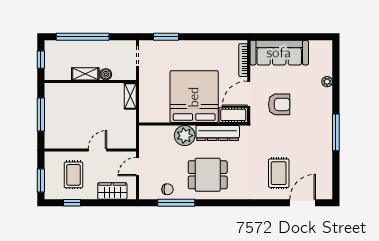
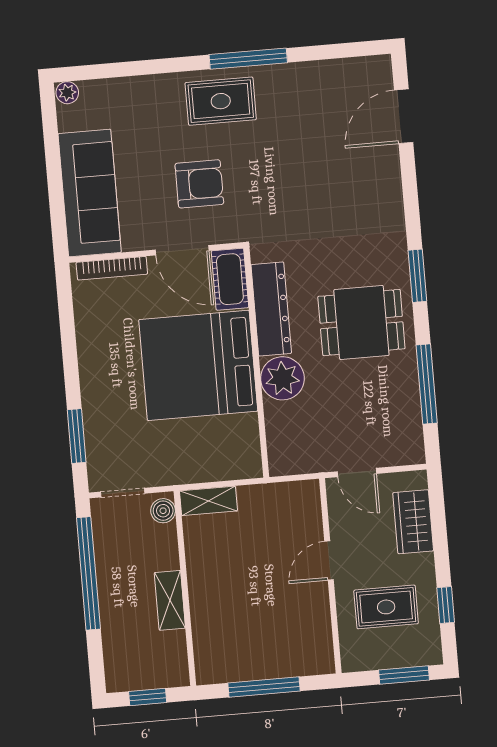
window: (83, 37) -> (88, 573), moved
boiler: (106, 74) -> (163, 511), moved
plant: (327, 82) -> (67, 93), moved
armchair: (279, 104) -> (199, 184), turned 90
door: (97, 150) -> (329, 561), hinge flipped
rug: (279, 173) -> (221, 101), moved
dining table: (208, 175) -> (361, 323), turned 90
chair: (168, 189) -> (399, 405), removed
window: (227, 203) -> (417, 276), added
door: (303, 203) -> (404, 116), hinge flipped

